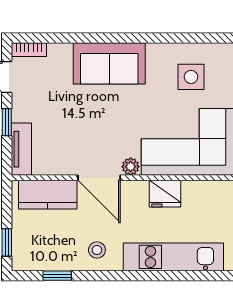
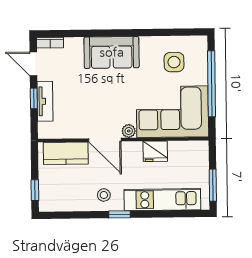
tv unit: (21, 149) -> (45, 101), moved
window: (57, 276) -> (120, 214), moved

